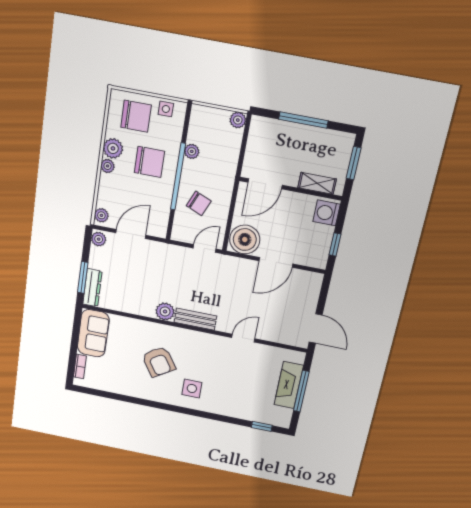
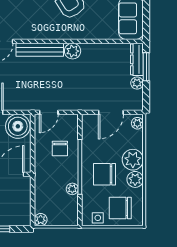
plant: (108, 166) -> (133, 160), width x1.88, depth x1.88
chair: (199, 203) -> (60, 149), turned -113
plant: (99, 239) -> (137, 83), moved
bench: (195, 319) -> (40, 50), width x1.36

